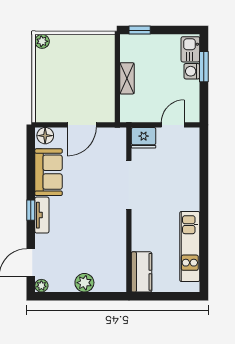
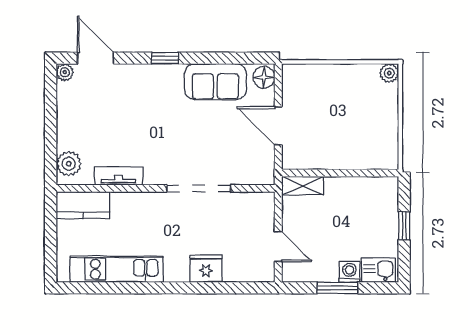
window: (140, 30) -> (404, 226), moved
window: (204, 67) -> (337, 288), moved
shelving: (127, 78) -> (303, 186), moved
fridge: (144, 138) -> (206, 268), moved, turned 90
tv unit: (42, 215) -> (119, 176), moved, turned 180
plant: (84, 283) -> (69, 164), moved

